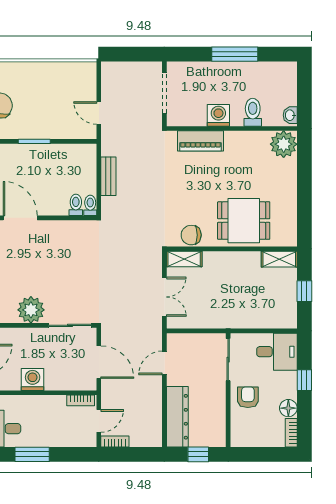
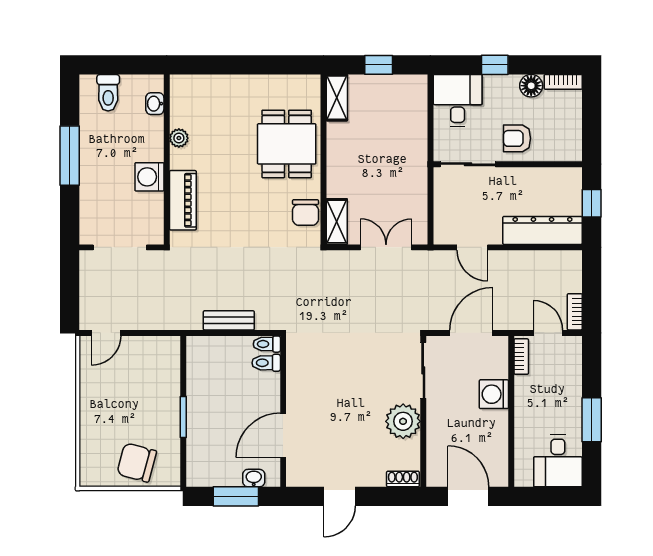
toilet: (253, 112) -> (108, 93), moved, turned -90
door: (99, 113) -> (106, 333), moved
washbasin: (290, 115) -> (155, 104), moved, turned 90
plant: (284, 144) -> (179, 138), moved, width x0.53, depth x0.53
washing machine: (33, 380) -> (494, 394), moved

